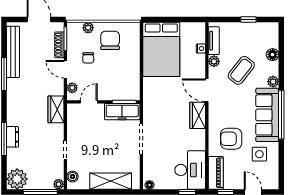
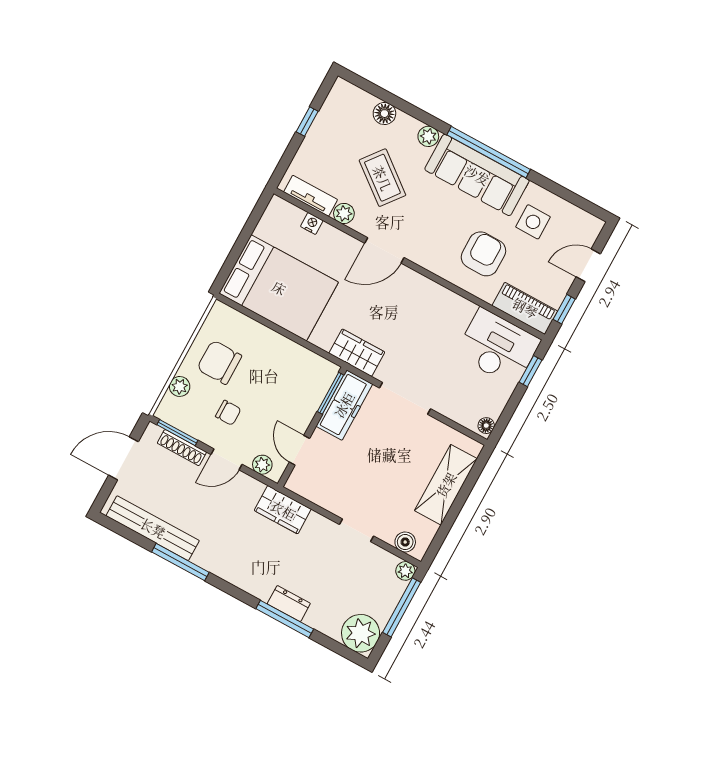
wardrobe: (198, 115) -> (357, 353), moved, turned 180
armchair: (231, 139) -> (483, 254), turned 180

